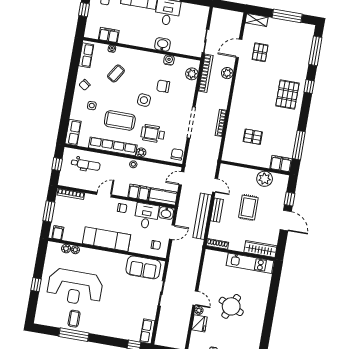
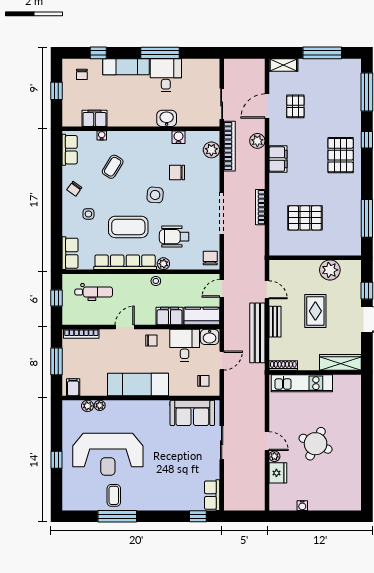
pallet: (253, 137) -> (305, 218), width x1.50, depth x1.42
filing cabinet: (281, 164) -> (278, 159), moved, turned 90
kitchen unit: (250, 263) -> (302, 383), moved

